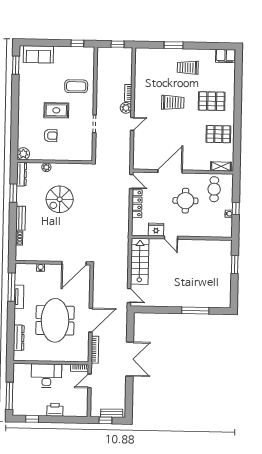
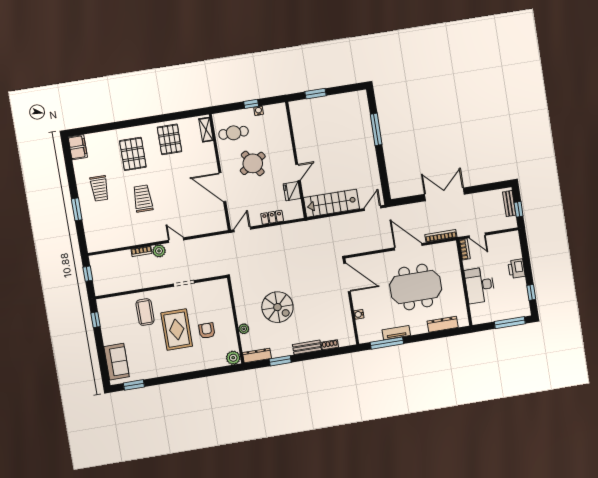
rug: (56, 110) -> (177, 330), width x1.36, depth x1.43
round table: (185, 201) -> (253, 163), turned -32
locker: (137, 204) -> (272, 217), width x0.66

